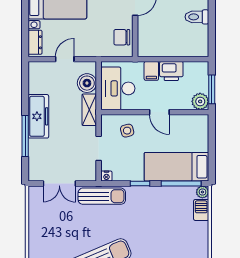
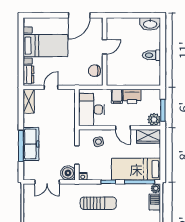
boiler: (87, 83) -> (68, 173), moved
shelving: (89, 110) -> (29, 101), moved
freezer: (38, 116) -> (31, 144), moved
wardrobe: (193, 124) -> (149, 136), added
sun lounger: (102, 196) -> (98, 203), moved

